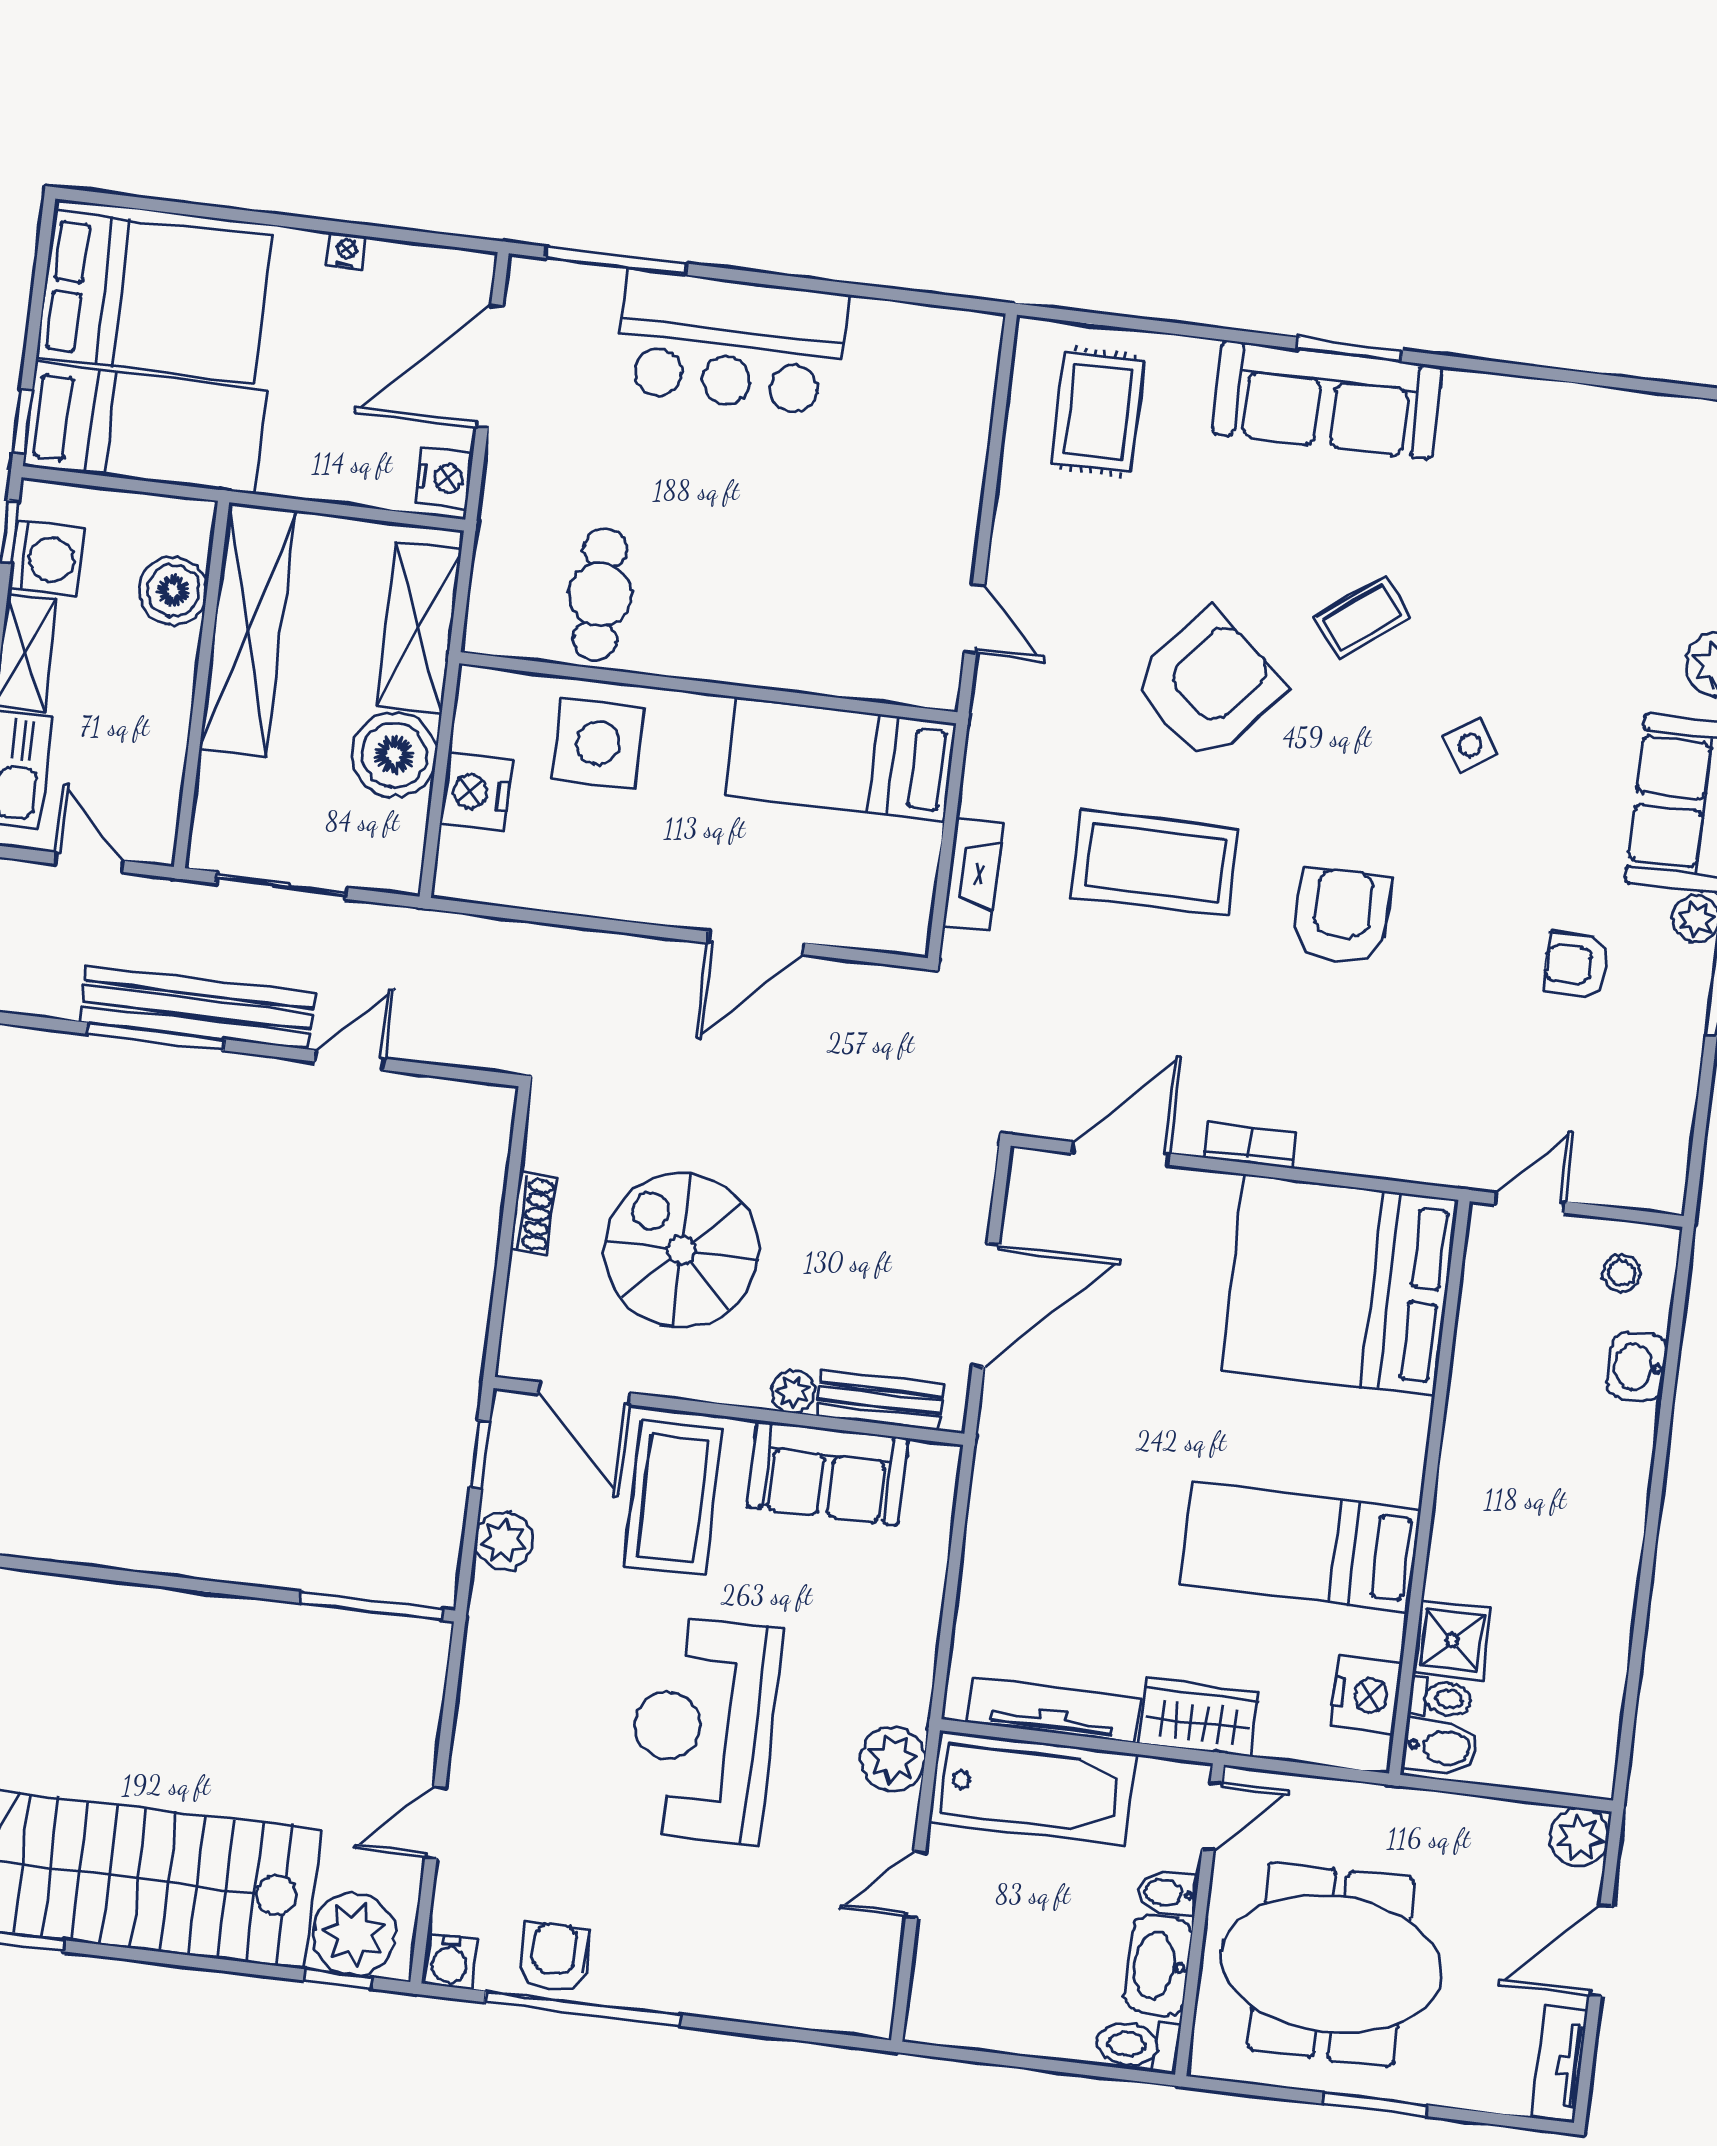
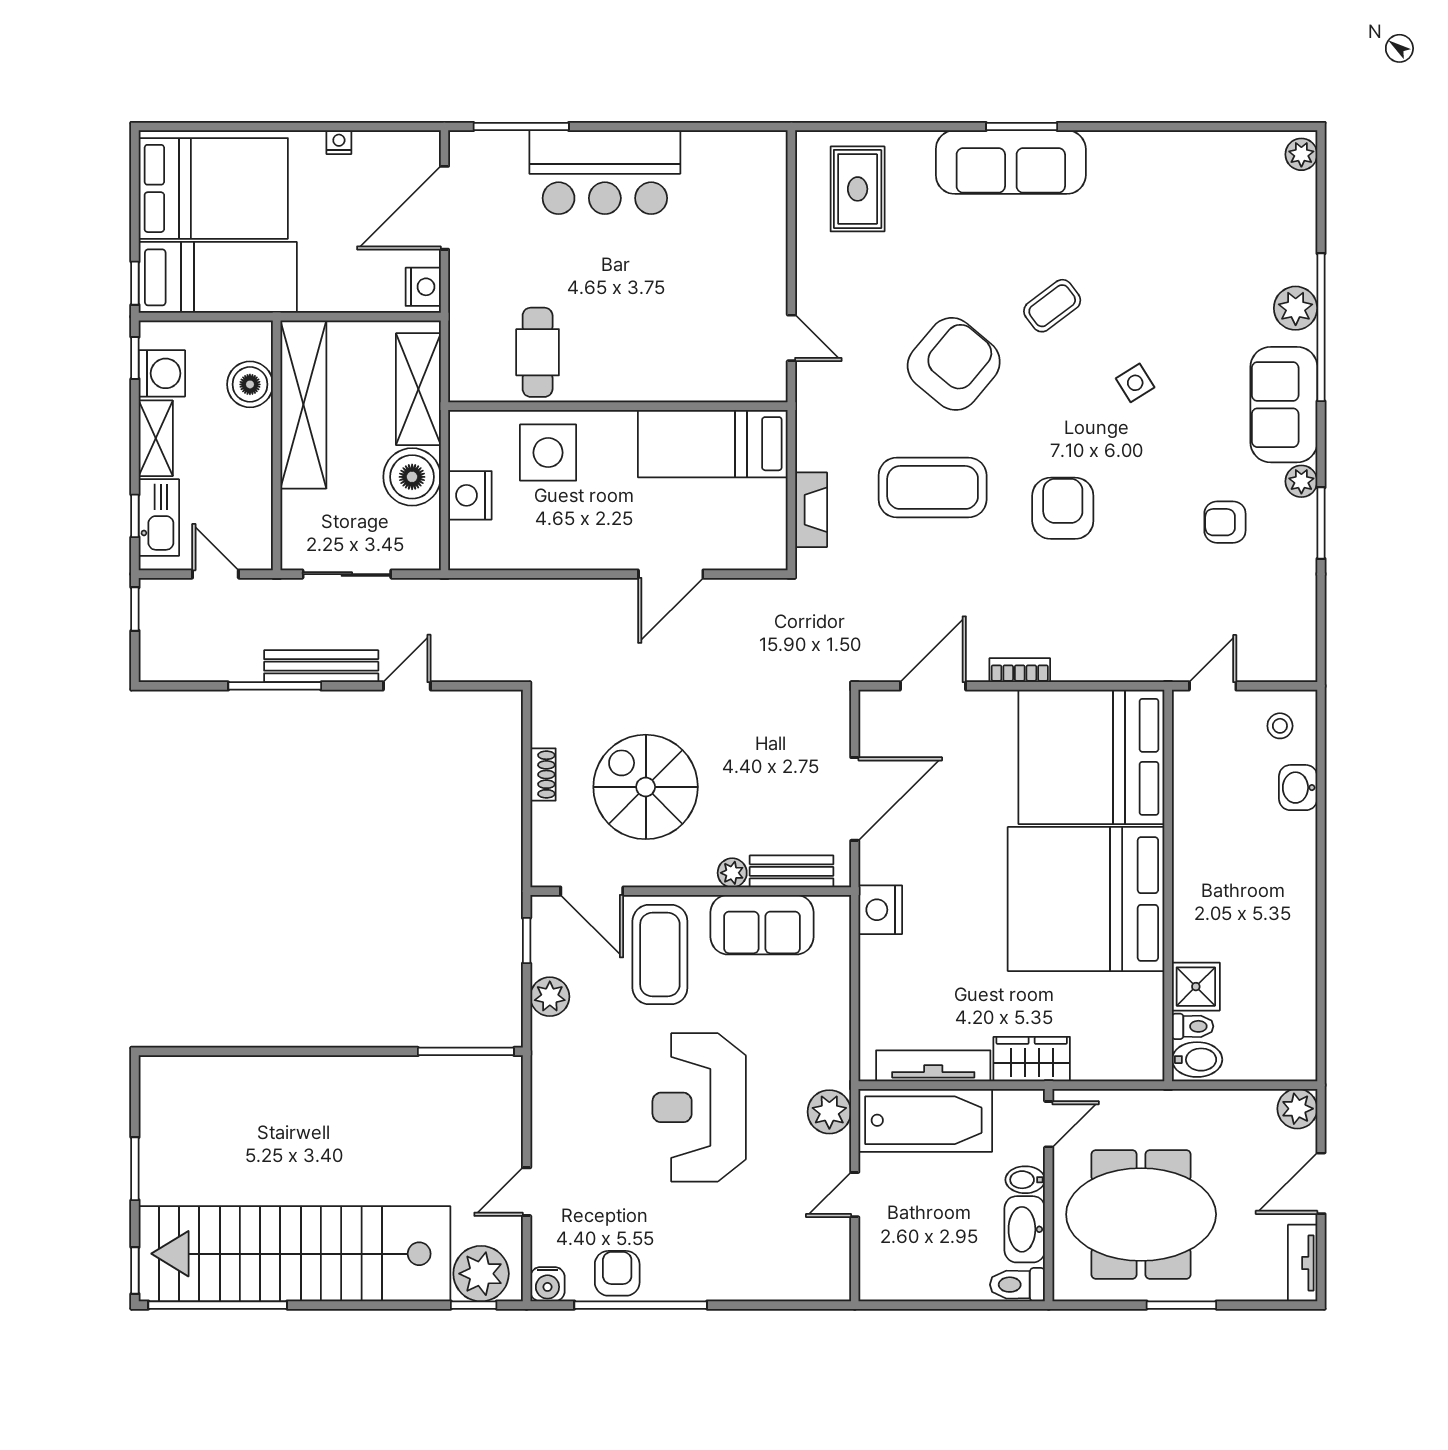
bench: (197, 1007) -> (321, 666), width x0.73, depth x0.82
bed: (1300, 1547) -> (1086, 899), width x2.04
nightstand: (1366, 1695) -> (880, 910), moved, turned 180

